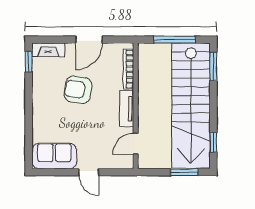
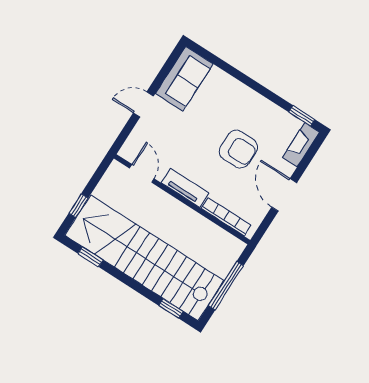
window: (213, 66) -> (171, 308), width x0.67
armchair: (78, 90) -> (238, 149), turned 81
window: (184, 172) -> (78, 206), width x0.67

